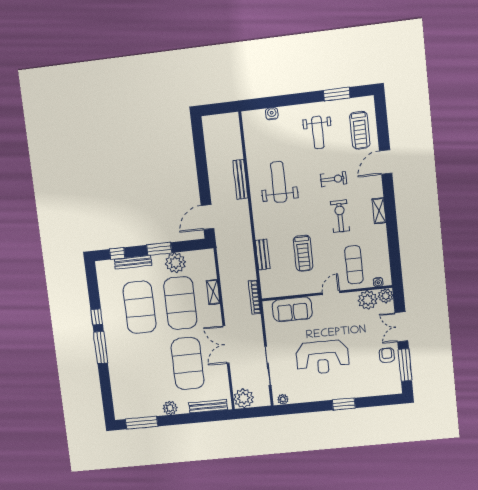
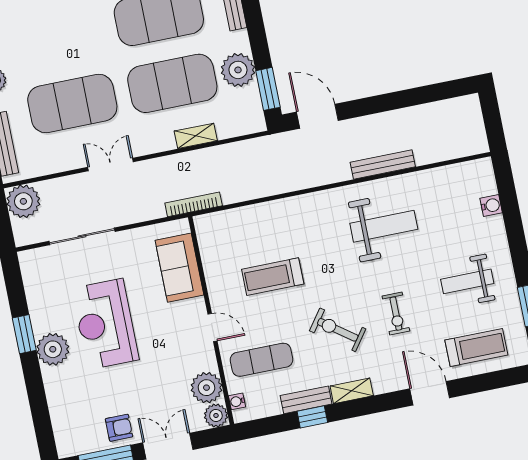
treadmill: (360, 130) -> (476, 347), turned 180
exercise bike: (340, 216) -> (338, 330), turned -144
window: (393, 237) -> (312, 417), added
window: (159, 249) -> (268, 89), moved
bench: (263, 254) -> (306, 400), moved
double door: (226, 345) -> (111, 165), width x0.73
plant: (283, 399) -> (53, 349), moved, width x1.87, depth x1.87
window: (344, 404) -> (24, 334), moved

